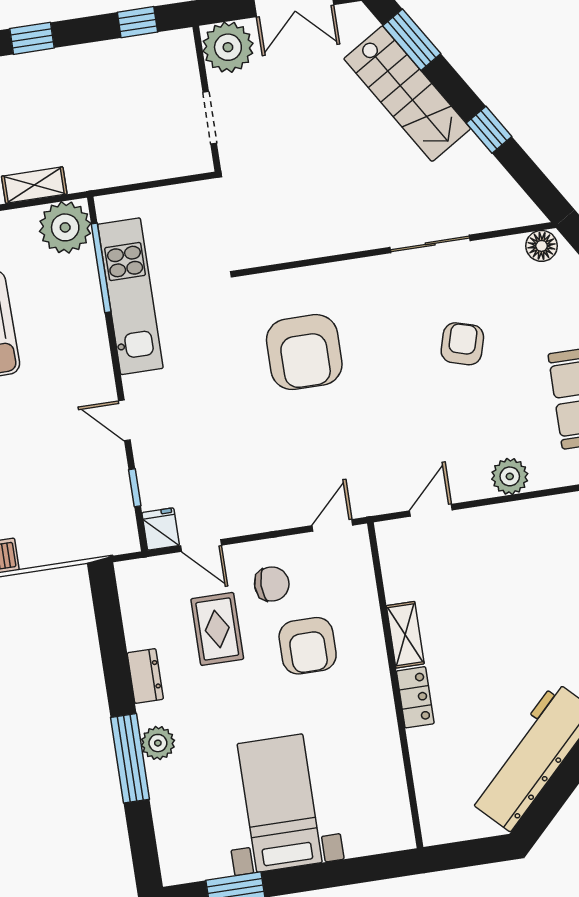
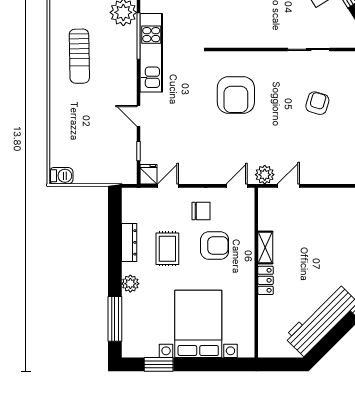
plant: (510, 476) -> (265, 175), moved
door: (201, 545) -> (168, 186), swing flipped
rug: (217, 629) -> (167, 249), moved
armchair: (308, 646) -> (215, 246), turned -90
dresser: (145, 676) -> (129, 242), width x1.44
window: (130, 758) -> (115, 319), moved
bed with nightstands: (280, 803) -> (198, 324), width x1.36

